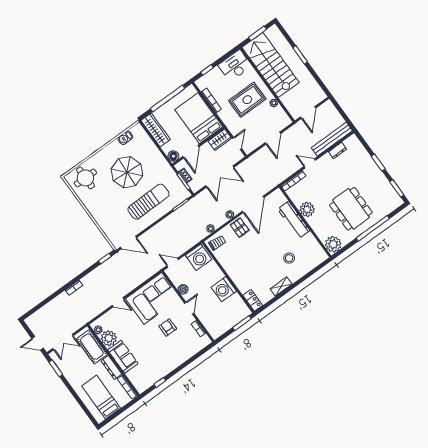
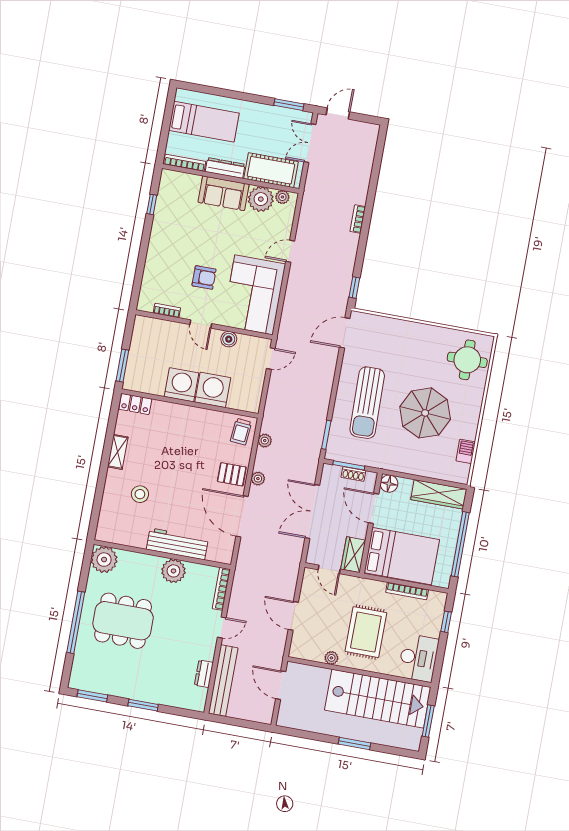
washing machine: (199, 257) -> (213, 390), moved, turned 90

